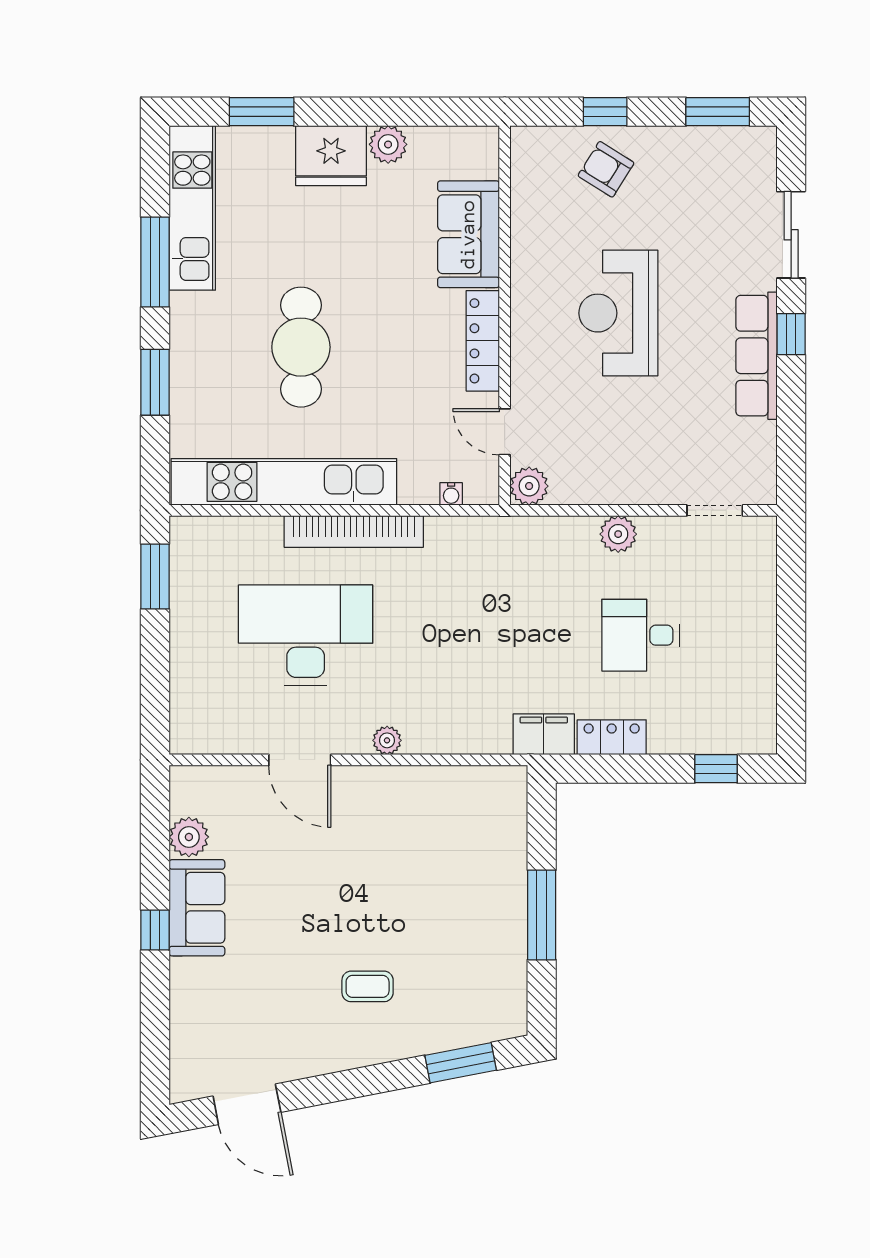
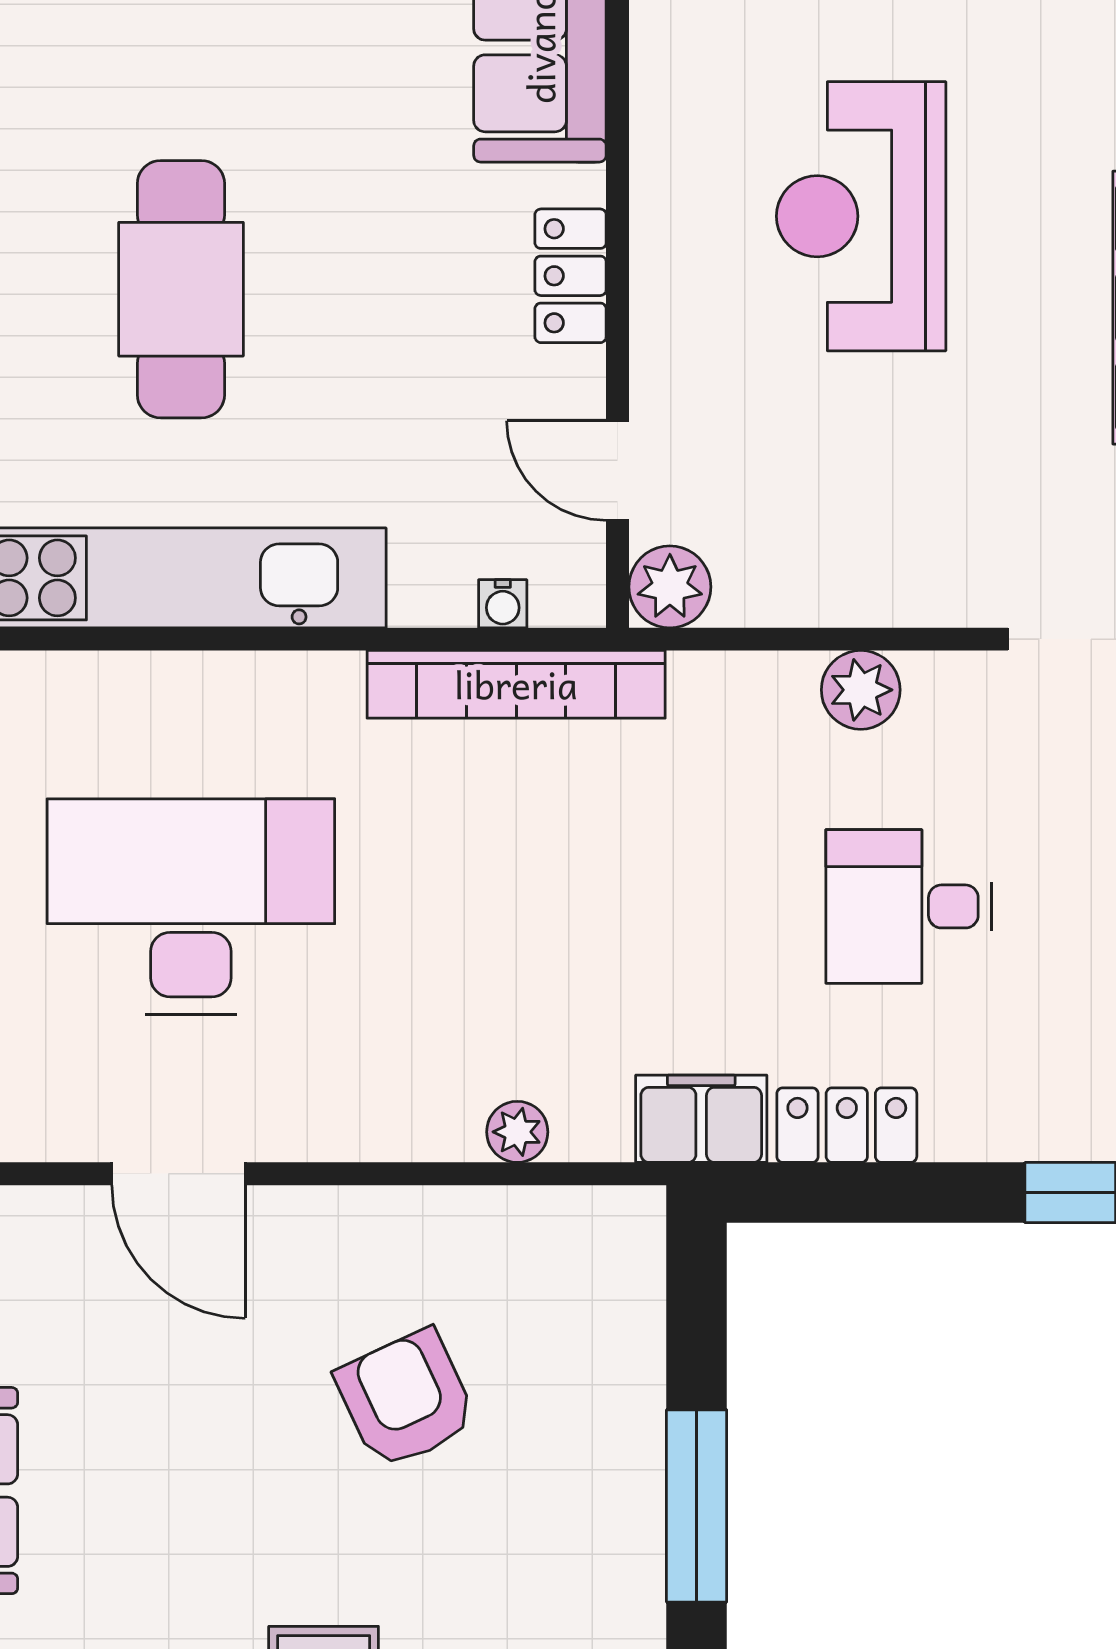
locker: (483, 341) -> (571, 276), width x0.66
bookcase: (354, 531) -> (516, 684), moved
plant: (387, 740) -> (517, 1132), moved
armchair: (406, 865) -> (406, 1399), added

